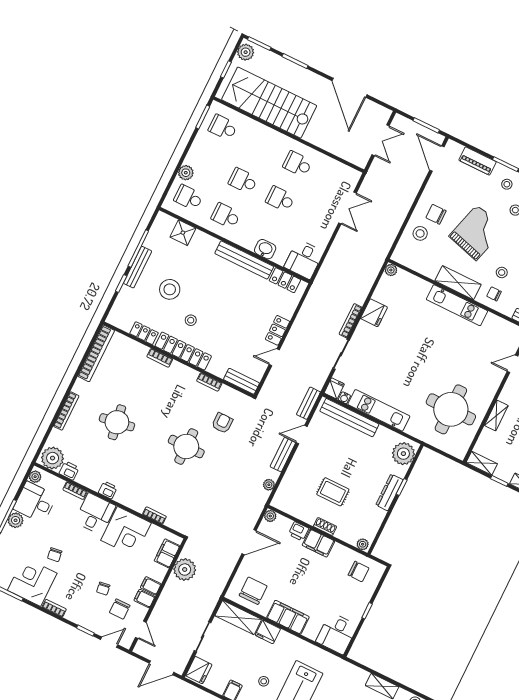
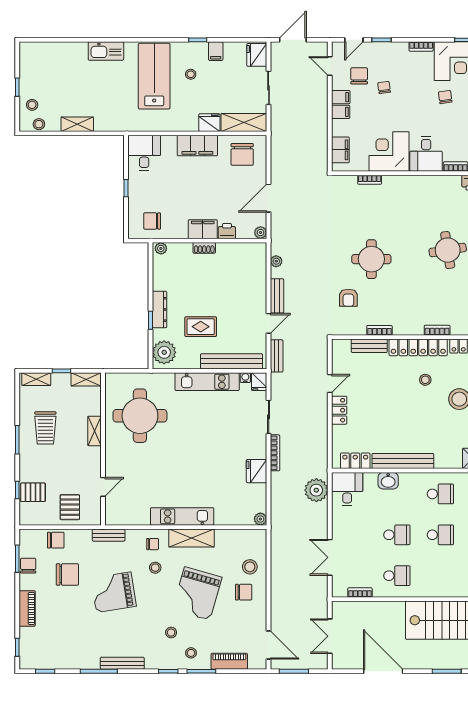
bookcase: (336, 165) -> (360, 592), added
bench: (241, 381) -> (369, 346), moved
printer: (108, 490) -> (425, 182), removed
rug: (333, 492) -> (201, 327), moved
plant: (185, 570) -> (316, 490), moved

